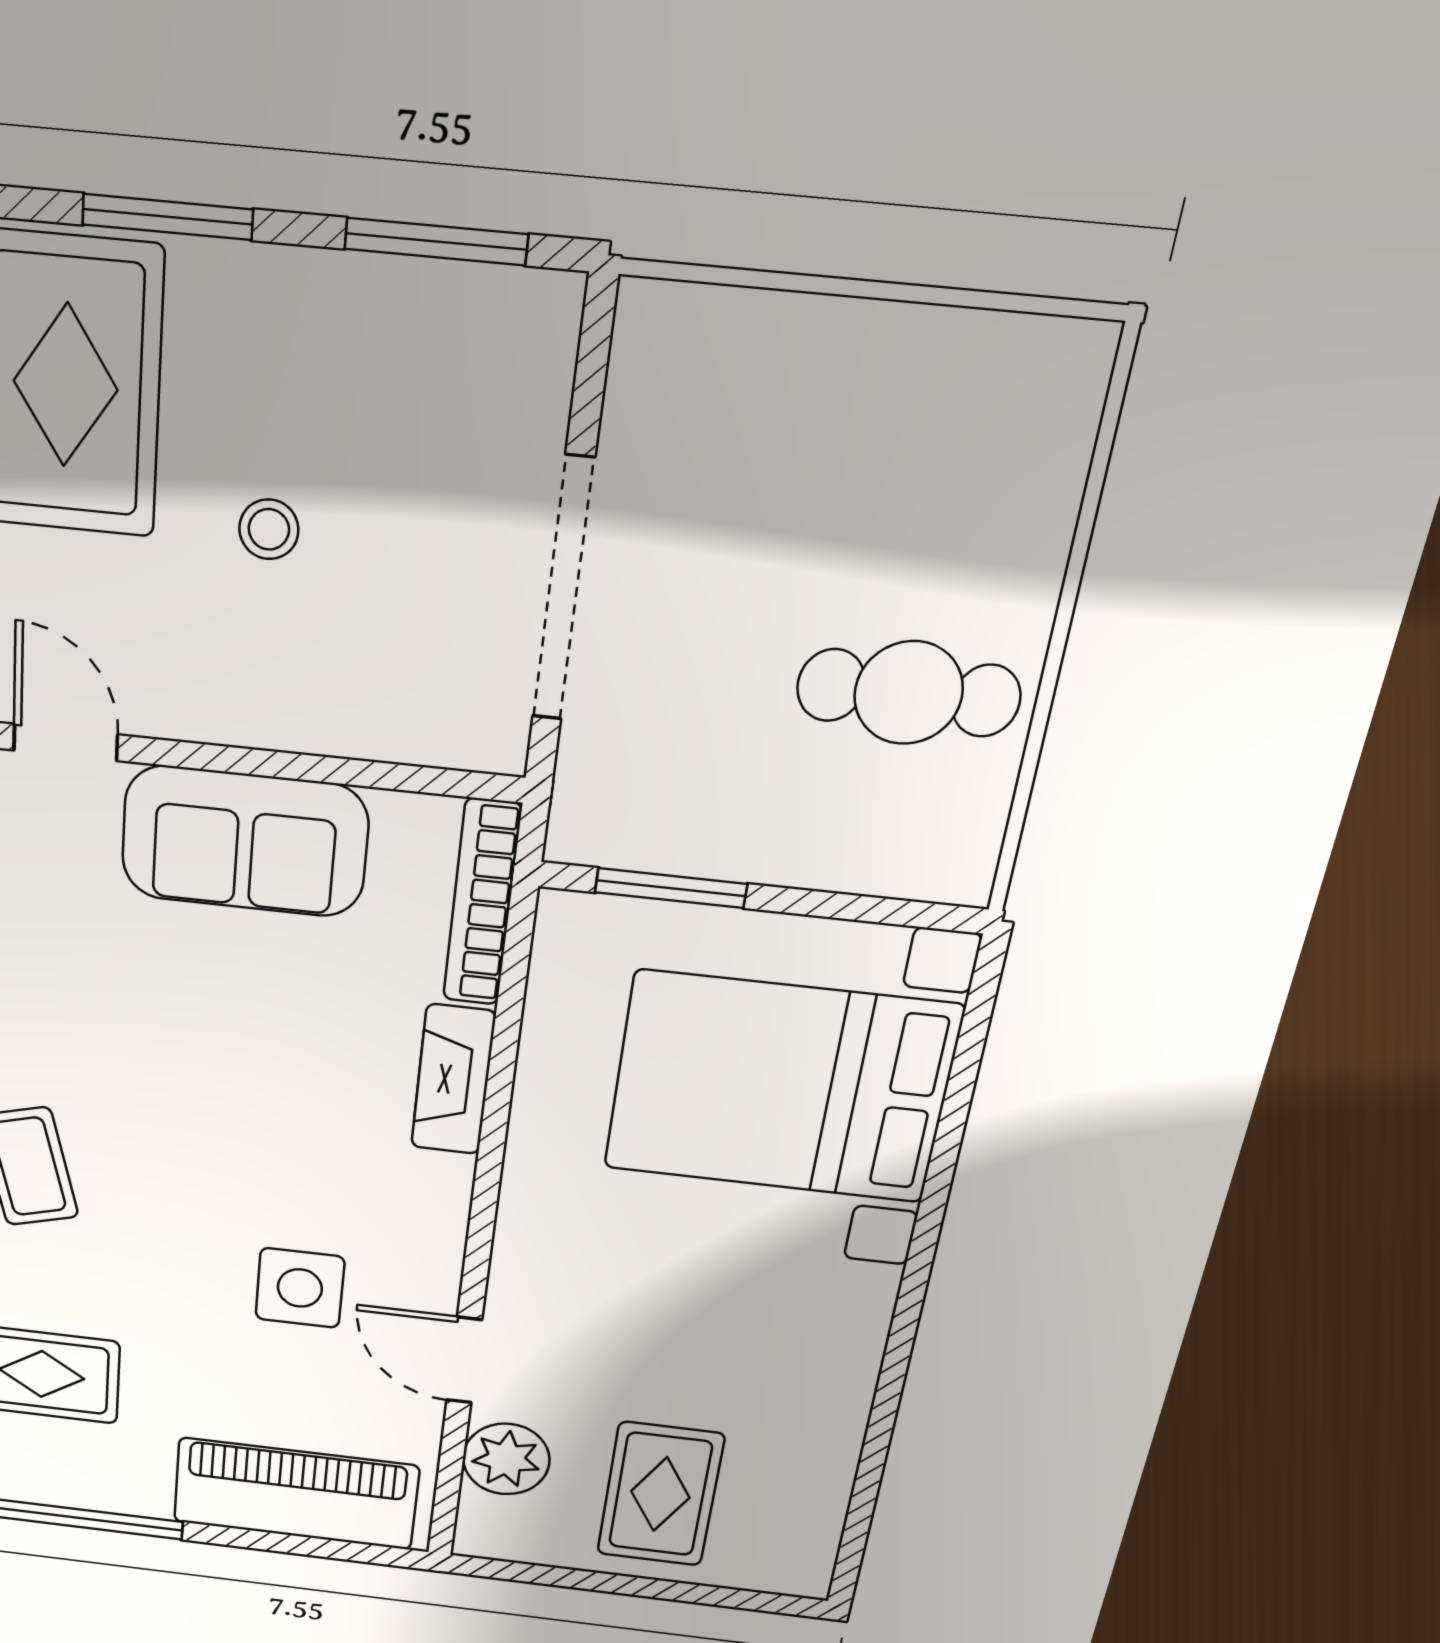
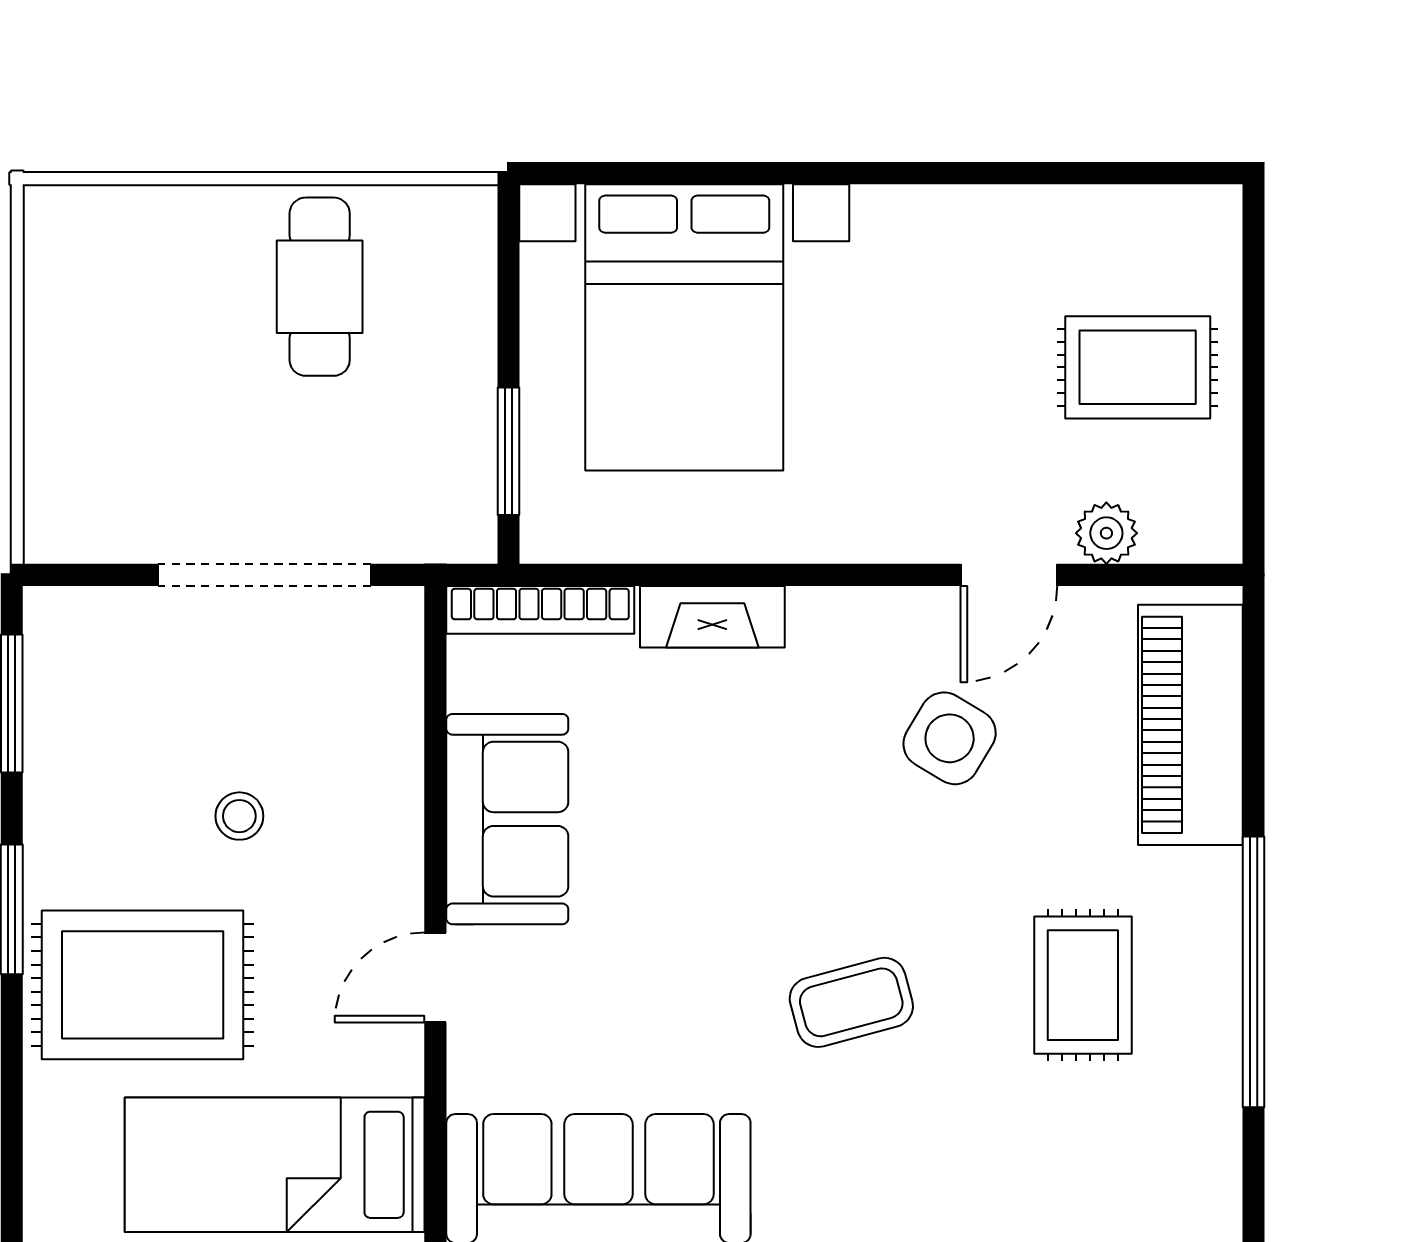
side table: (300, 1288) -> (950, 738), turned 31
plant: (506, 1459) -> (1106, 533), width x0.73, depth x0.73

